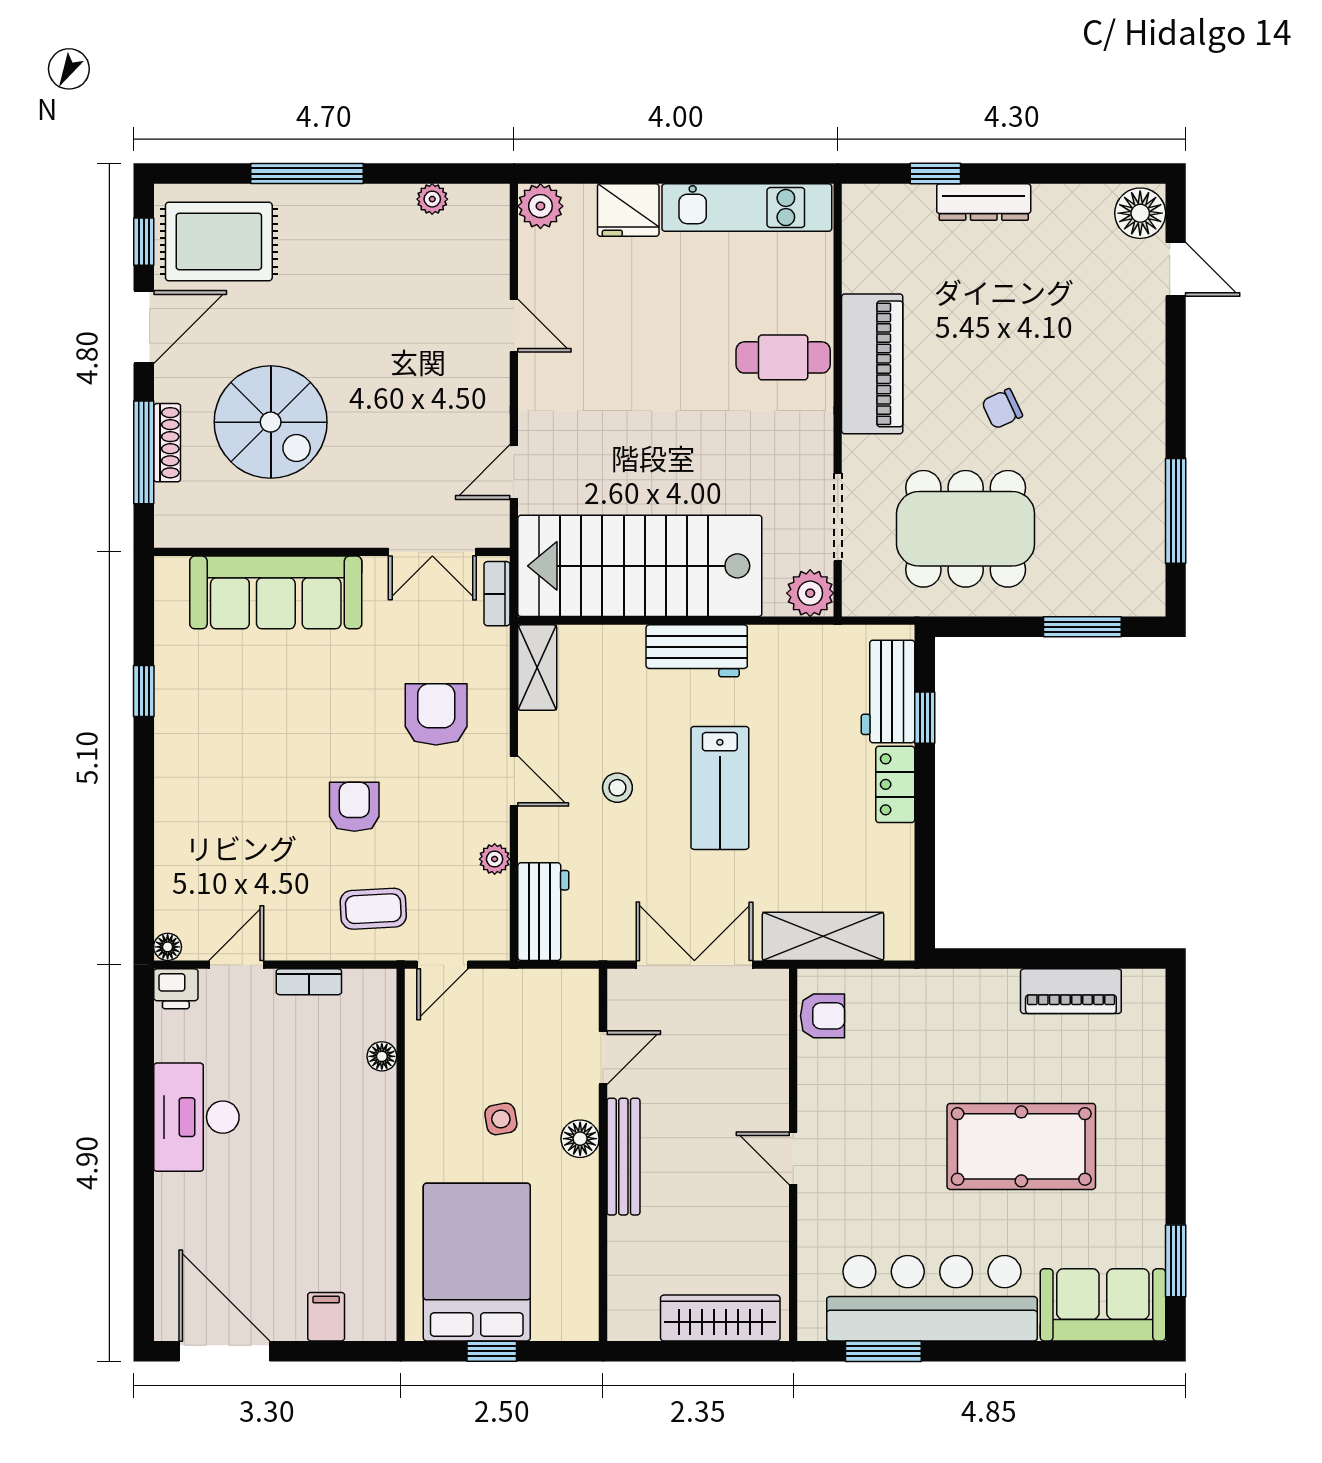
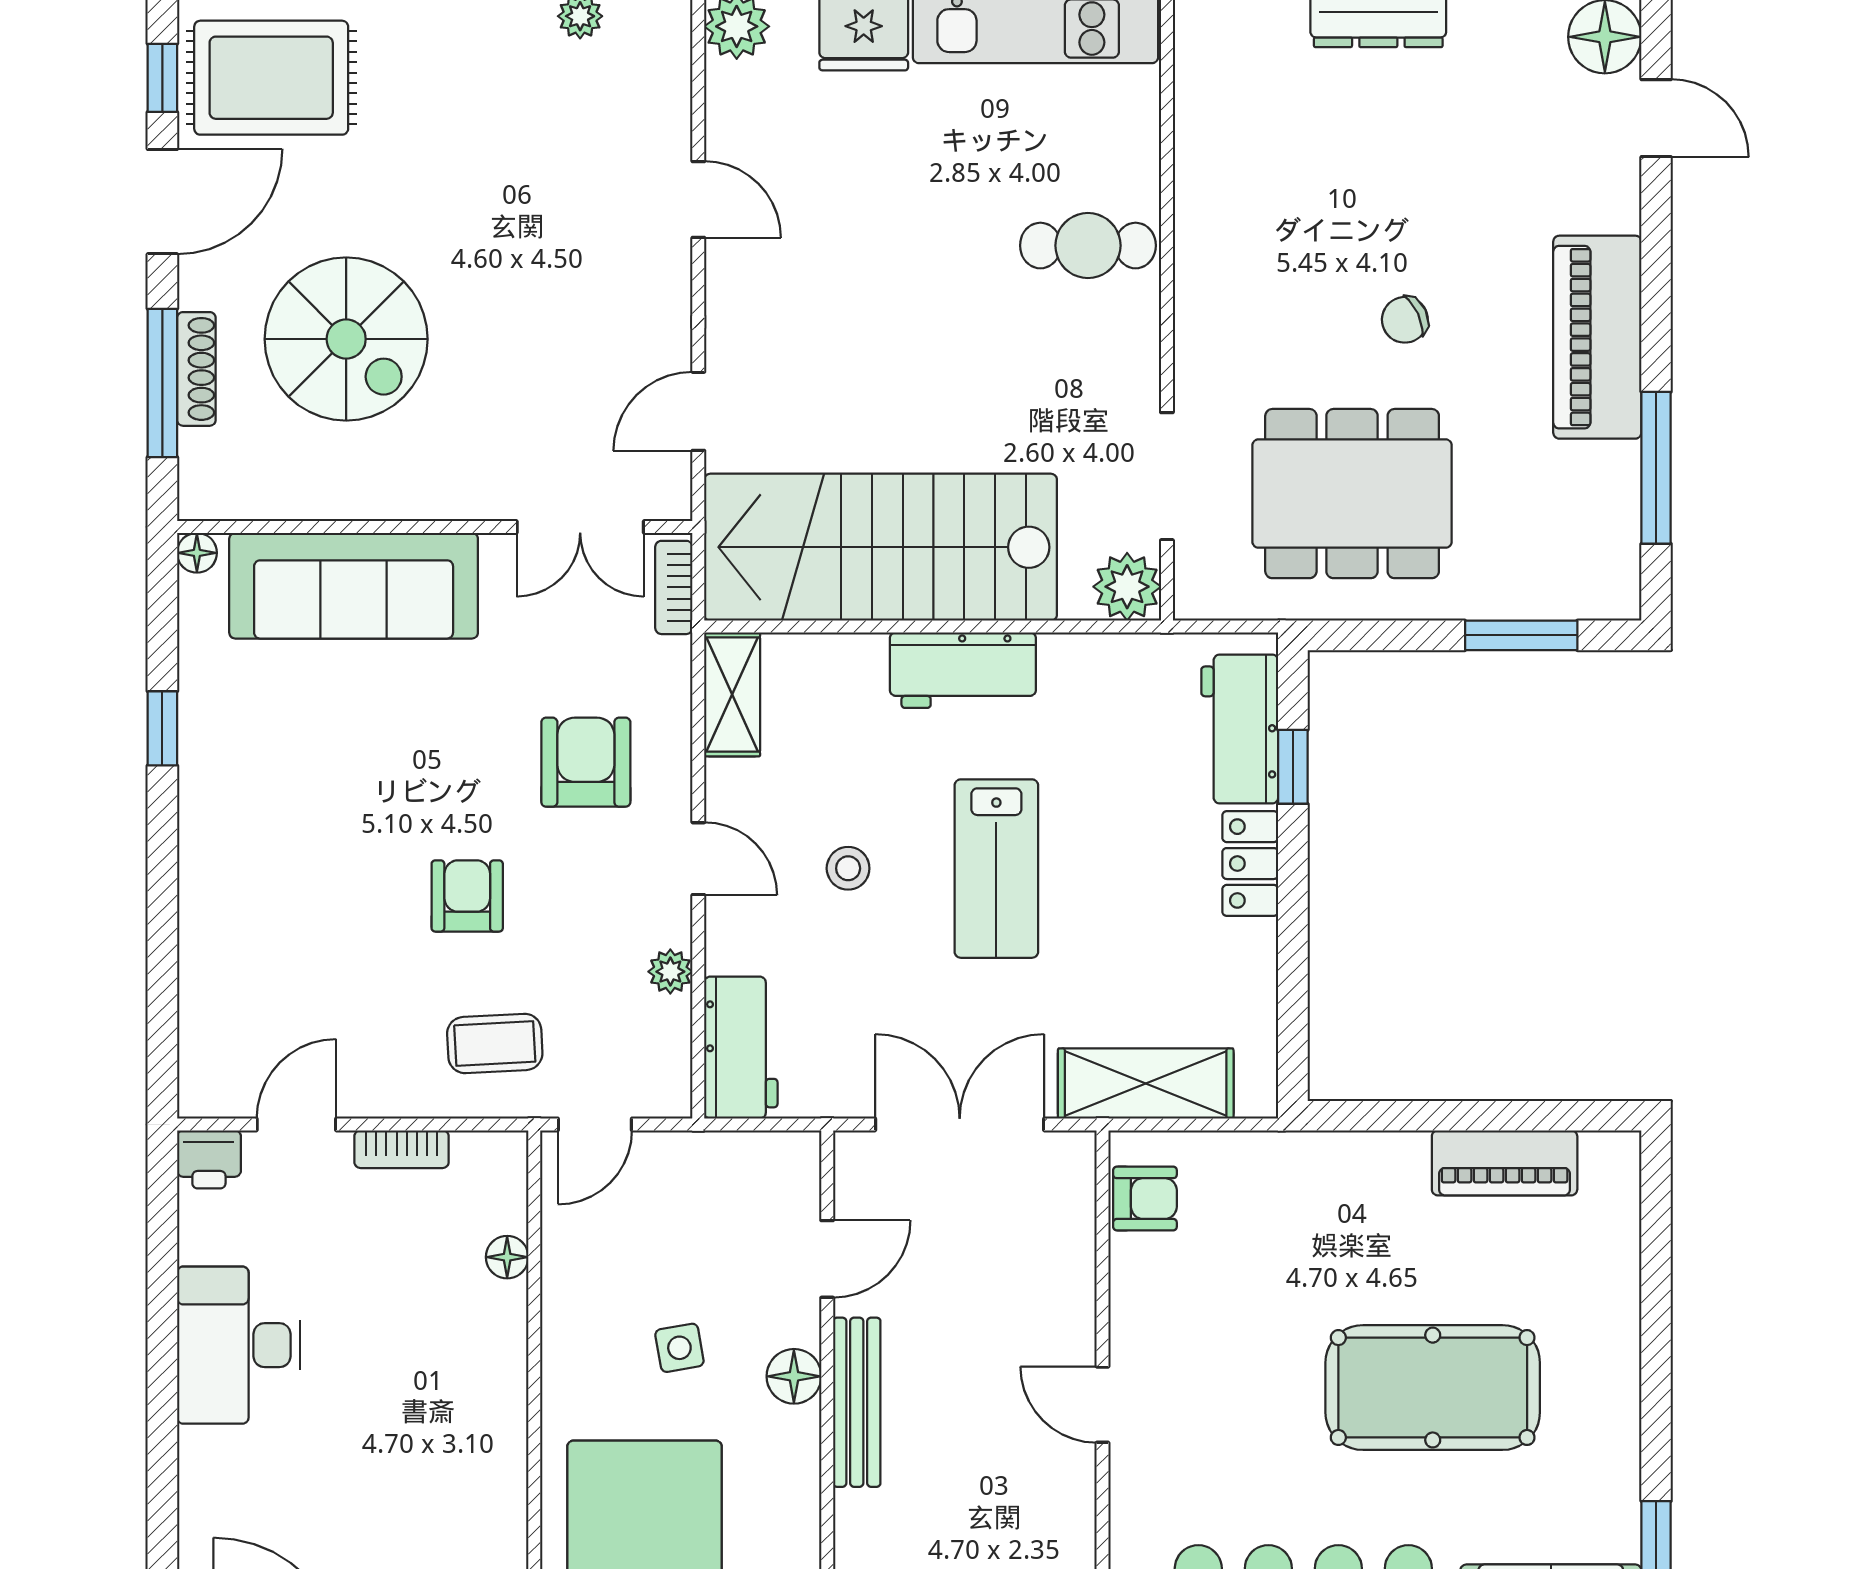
piano: (872, 364) -> (1597, 337), moved, turned 180
floor lamp: (168, 947) -> (197, 553), moved

